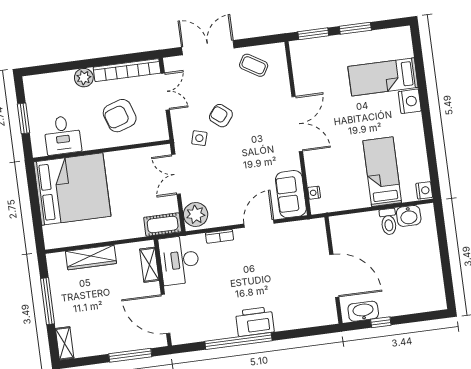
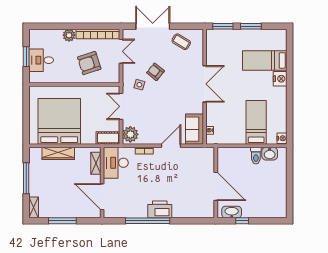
desk: (62, 135) -> (41, 60), moved, turned 90
bed: (72, 189) -> (59, 121), moved, turned -90
window: (130, 355) -> (62, 221), moved

